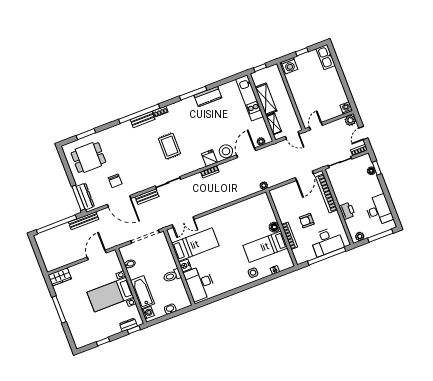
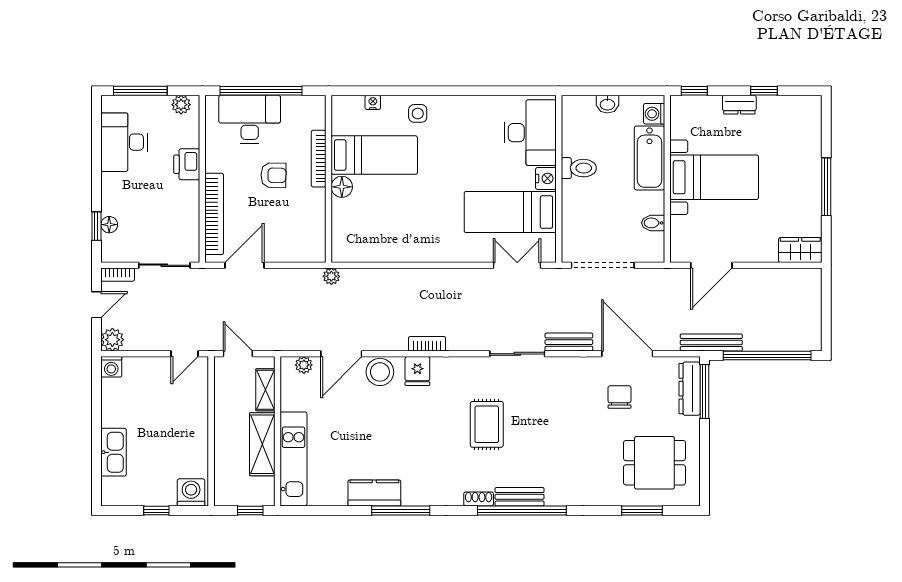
kitchen sink: (326, 57) -> (114, 452), moved
dresser: (128, 325) -> (739, 105), moved

